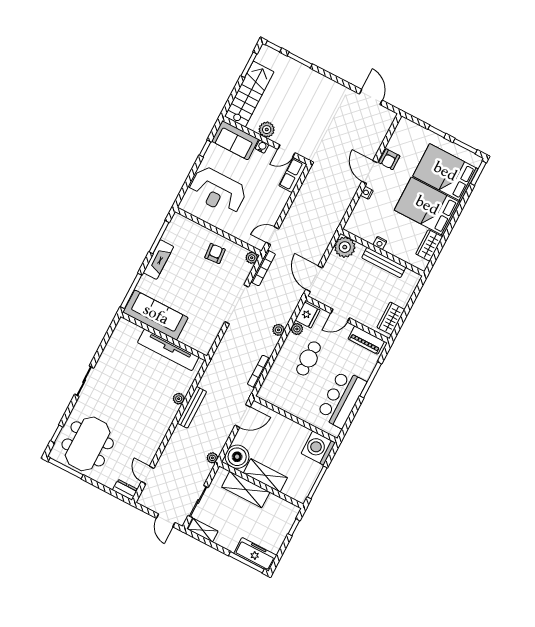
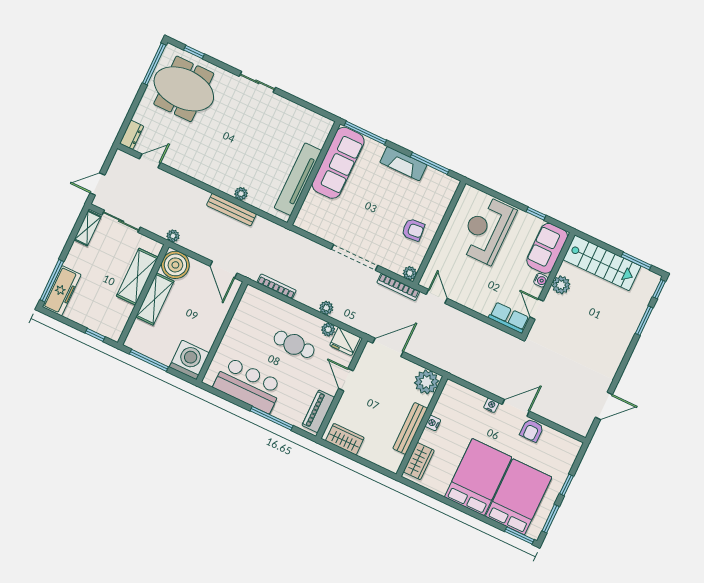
armchair: (389, 159) -> (532, 430), turned -90
wardrobe: (429, 245) -> (419, 461), moved, turned 90

